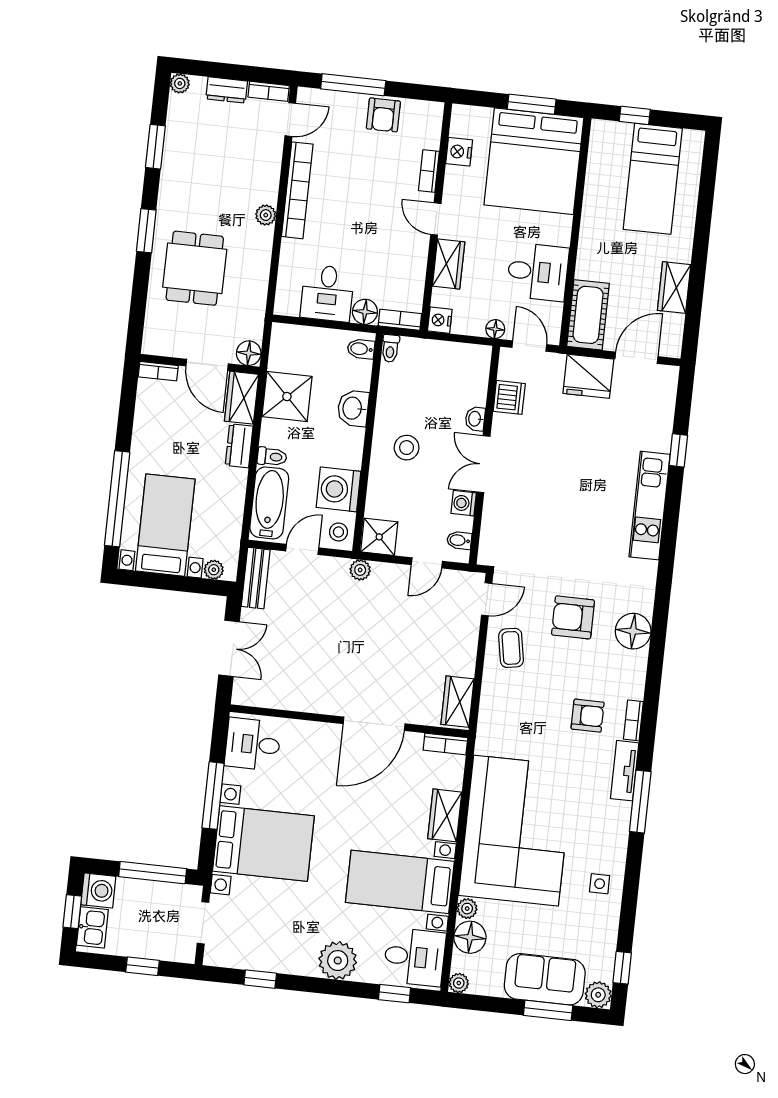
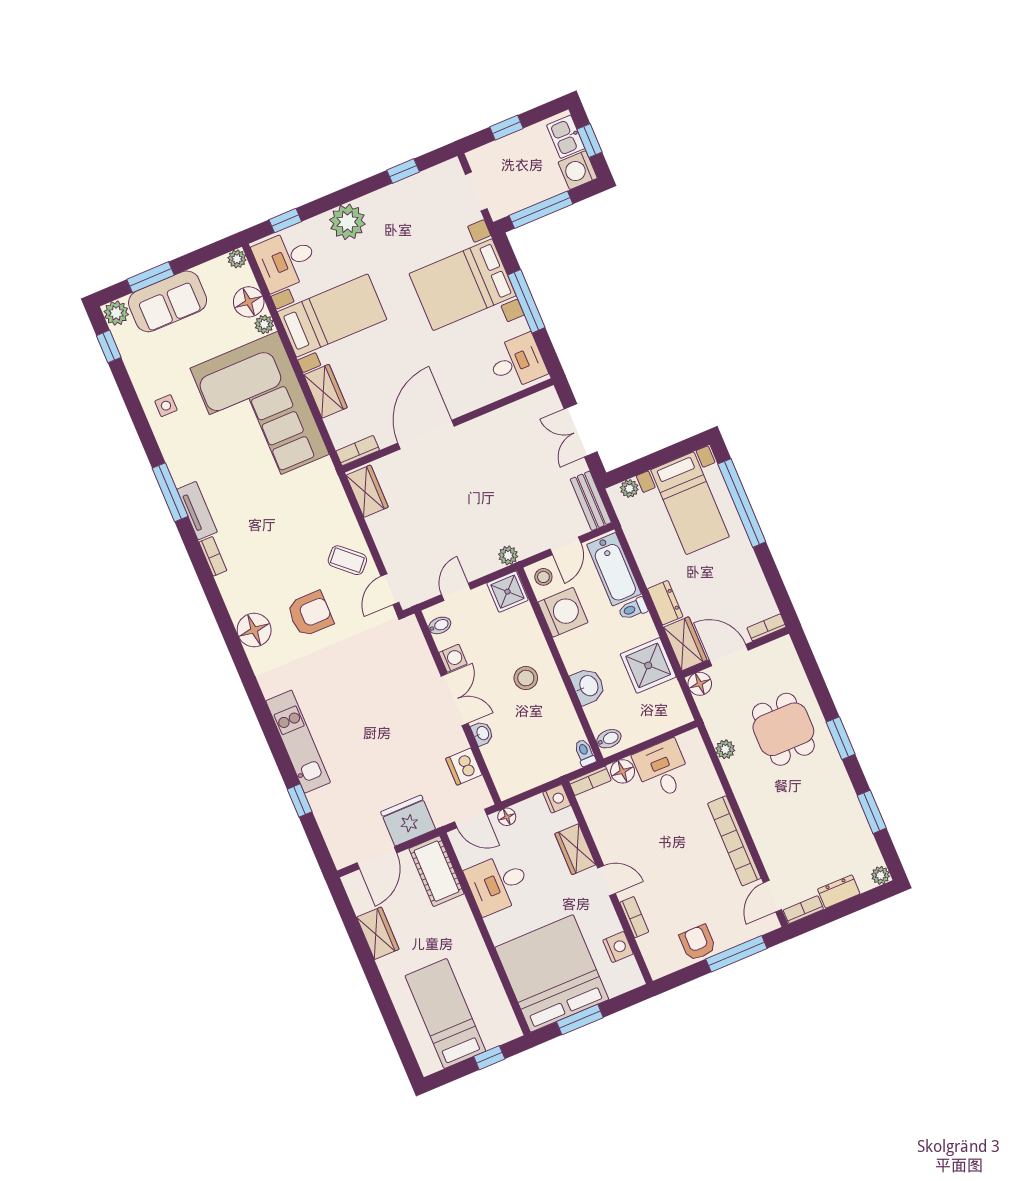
plant: (266, 215) -> (725, 749), moved
coffee table: (511, 648) -> (347, 560), turned -38
armchair: (588, 716) -> (253, 539), removed

